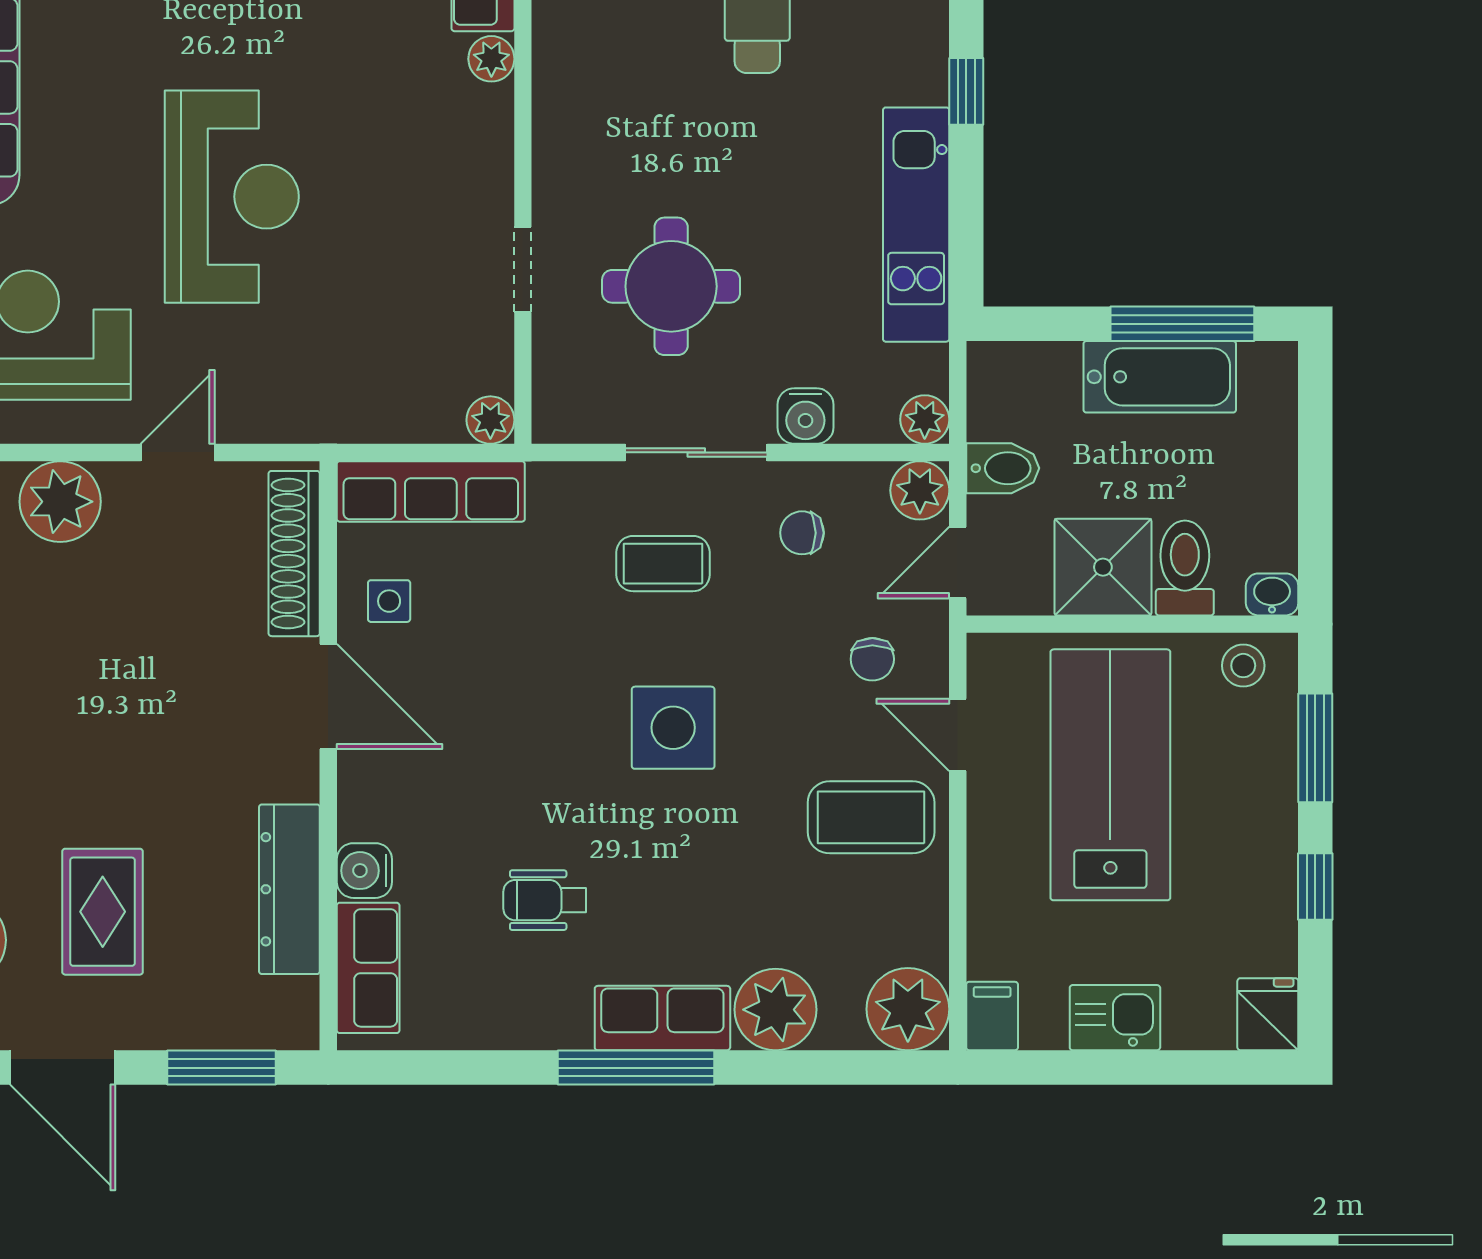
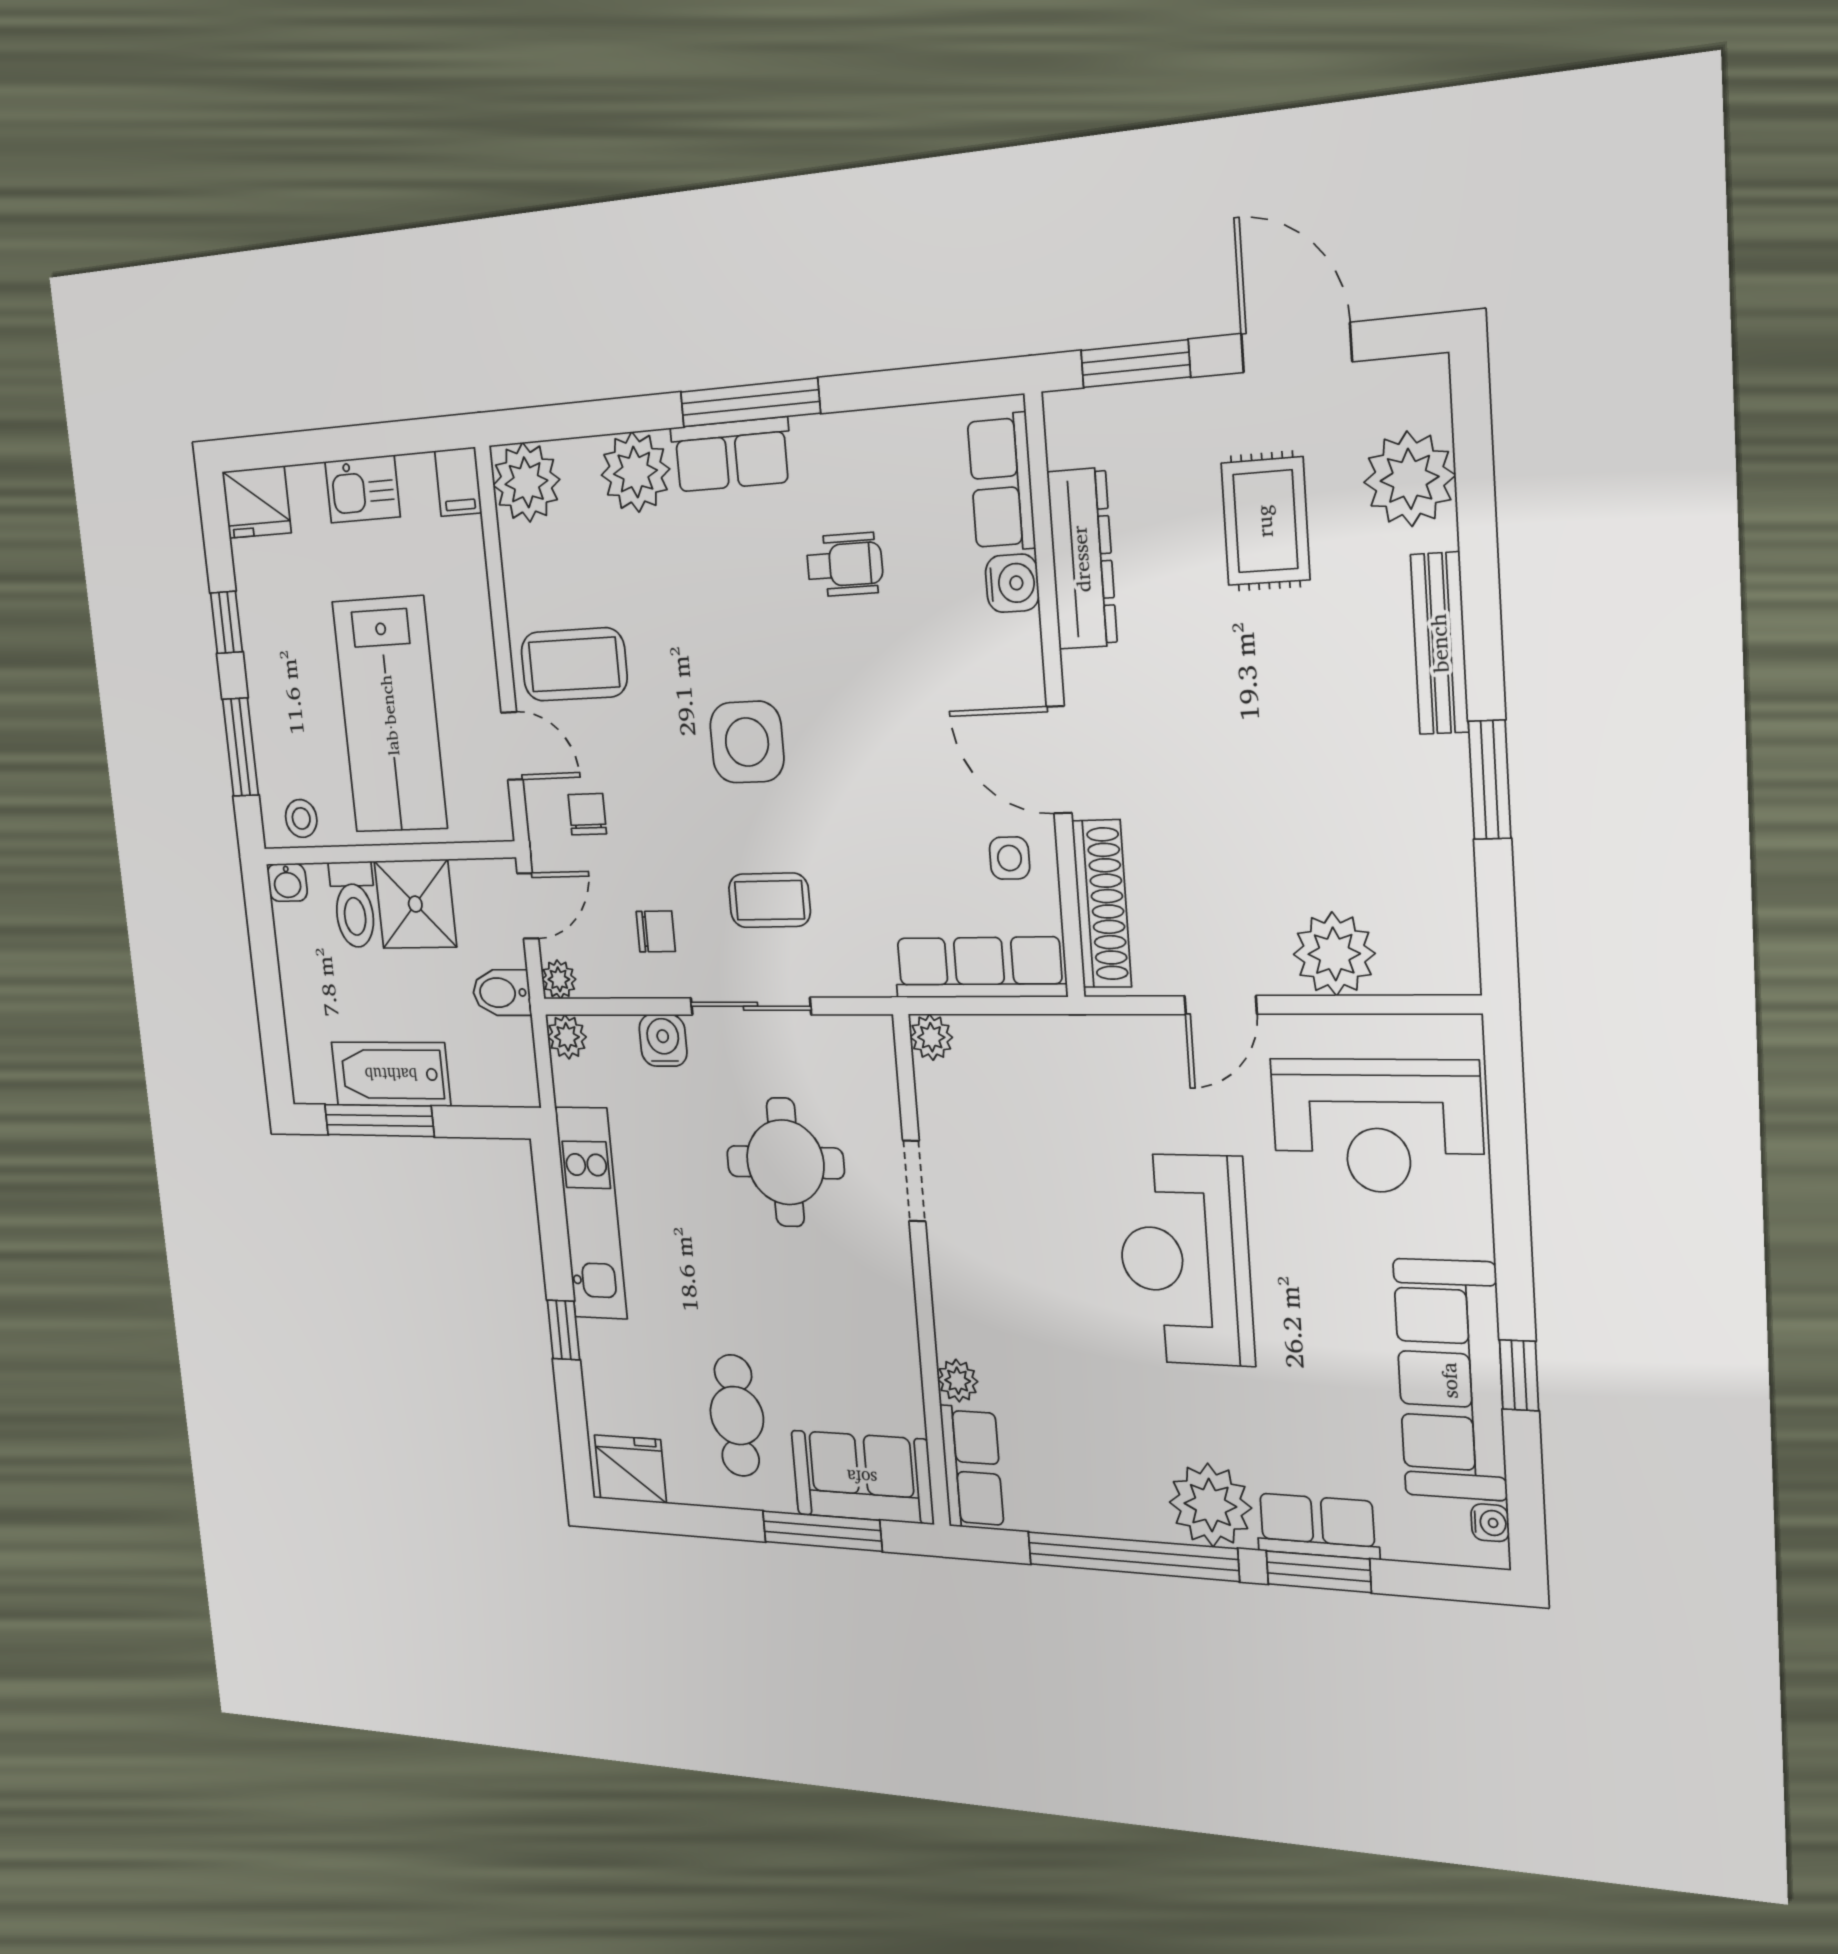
plant: (920, 490) -> (559, 979), width x0.73, depth x0.73
fridge: (1268, 1014) -> (257, 502), width x1.38

